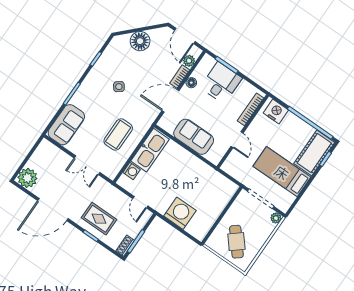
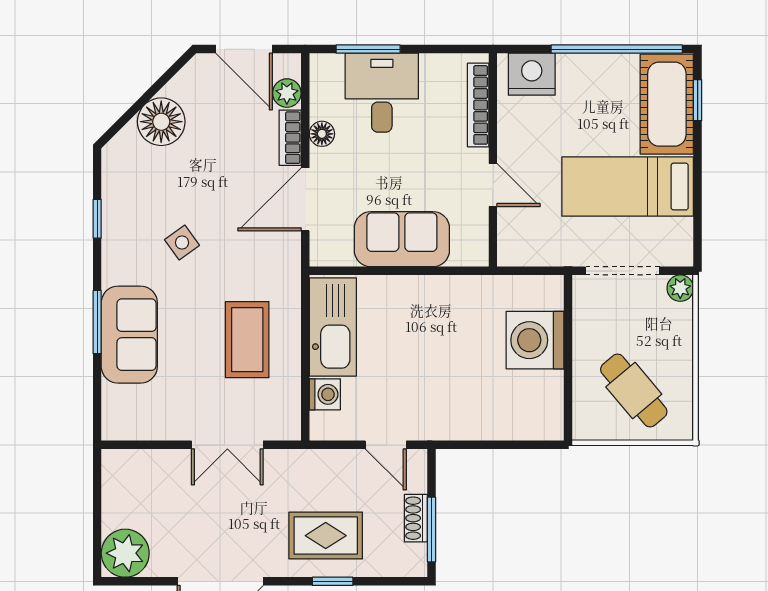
sofa: (66, 125) -> (129, 335), moved
washing machine: (180, 213) -> (535, 340), moved, turned -90
shoe rack: (125, 246) -> (416, 518), moved

